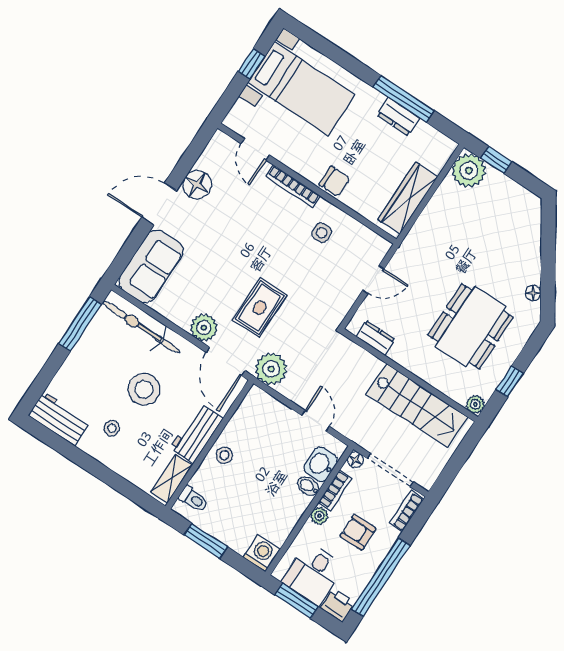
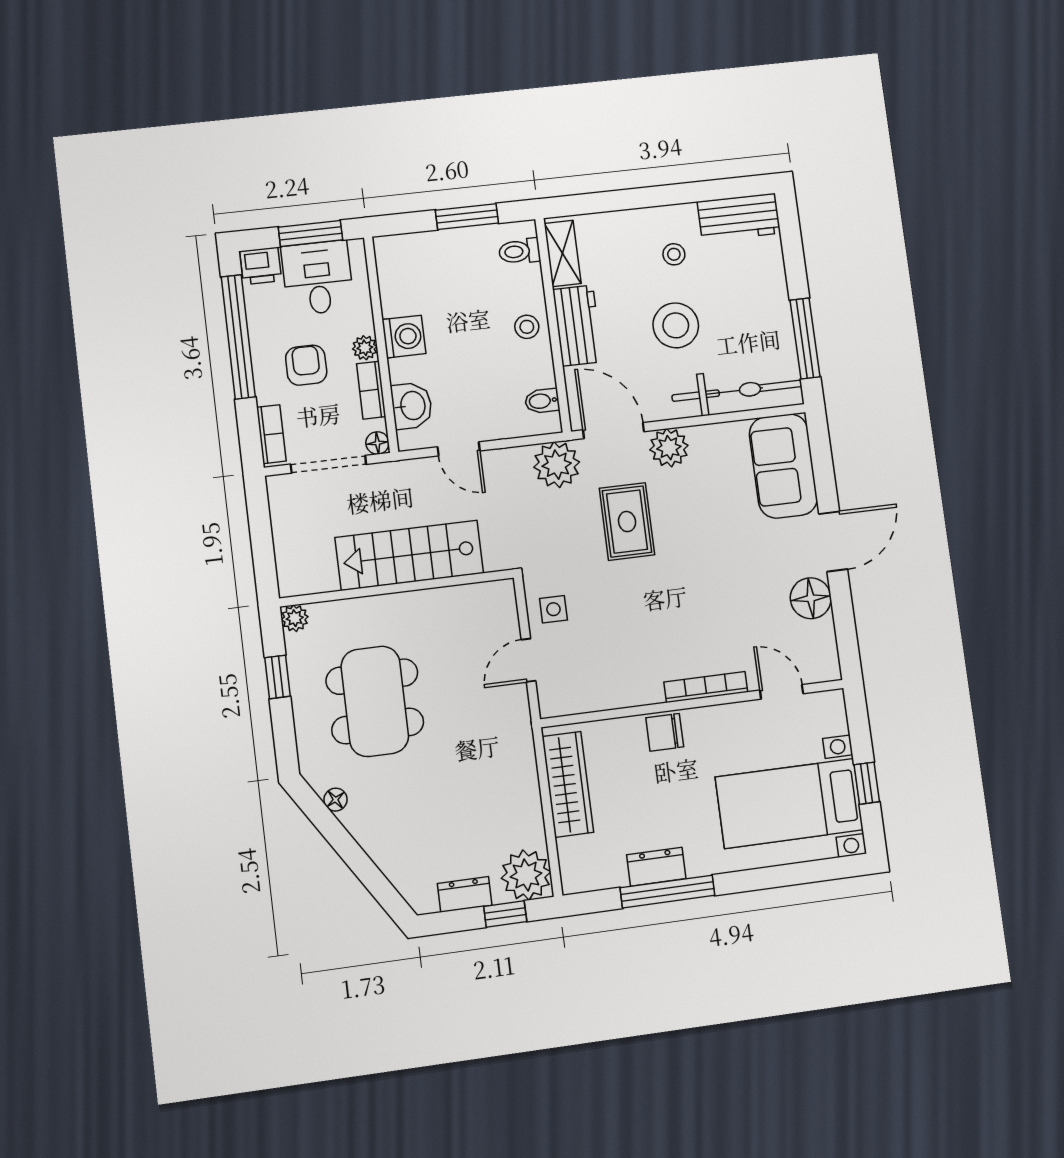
side table: (322, 233) -> (553, 609), moved
dresser: (375, 338) -> (465, 894), moved, turned 180
stairs: (417, 406) -> (409, 555), moved
bidet: (308, 486) -> (542, 401), moved, turned 180
armchair: (358, 532) -> (306, 365), turned -90
washing machine: (262, 553) -> (404, 337), moved, turned -90

